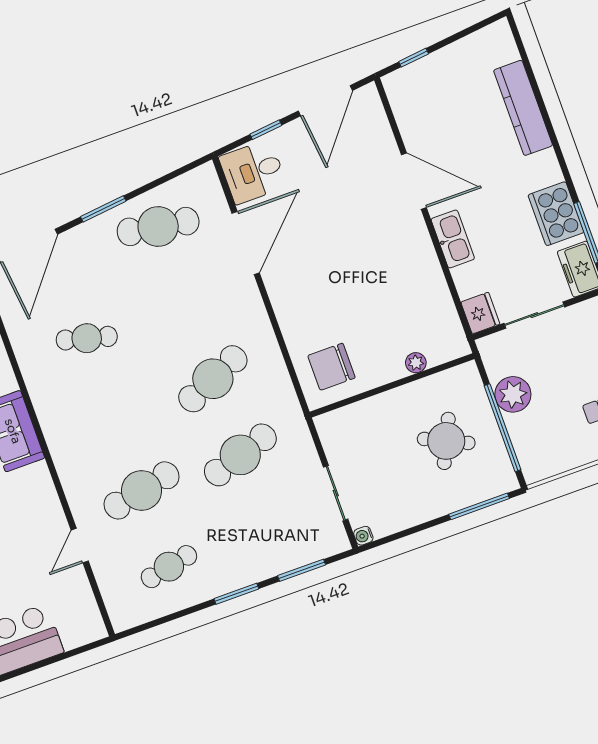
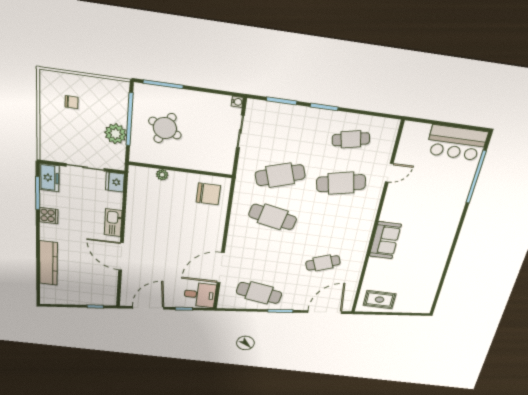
cooker: (556, 214) -> (49, 216), width x0.53, depth x0.76
cafe table: (87, 338) -> (323, 263), turned -36
cafe table: (213, 379) -> (273, 217), turned 36

